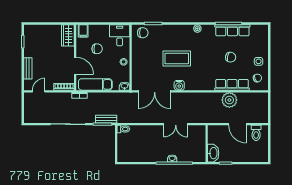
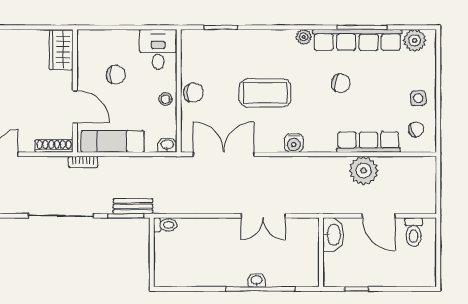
row of seats: (232, 30) -> (357, 40), width x1.36
plant: (257, 30) -> (415, 40), added
filing cabinet: (83, 31) -> (90, 41), removed
chair: (143, 33) -> (193, 93), moved
chair: (231, 57) -> (341, 83), moved
water cooler: (179, 85) -> (294, 143), moved
double door: (155, 91) -> (224, 154), swing flipped
washbasin: (213, 153) -> (333, 235), moved

